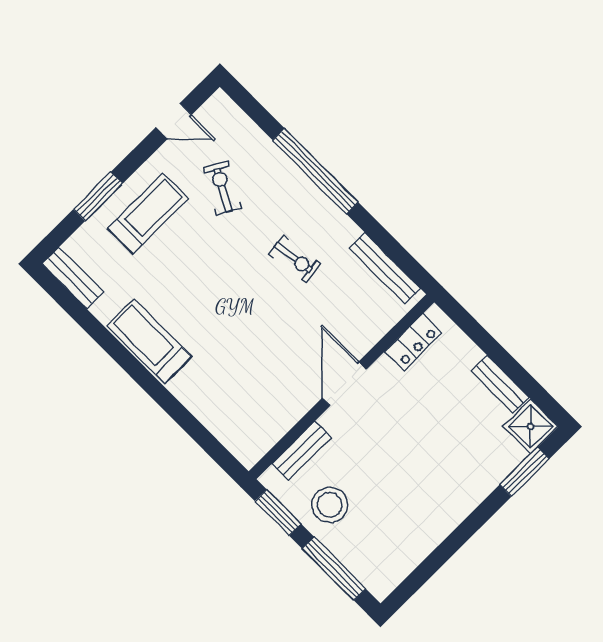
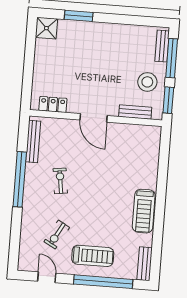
window: (315, 171) -> (20, 179), moved
window: (98, 196) -> (103, 282), width x2.11
treadmill: (148, 213) -> (93, 256), turned 180
door: (344, 384) -> (94, 118), hinge flipped
bench: (500, 384) -> (162, 46), moved
window: (525, 472) -> (79, 16), moved

